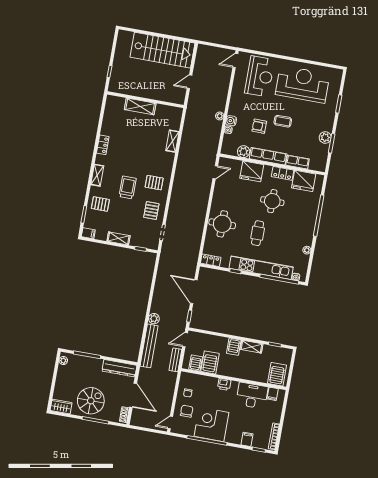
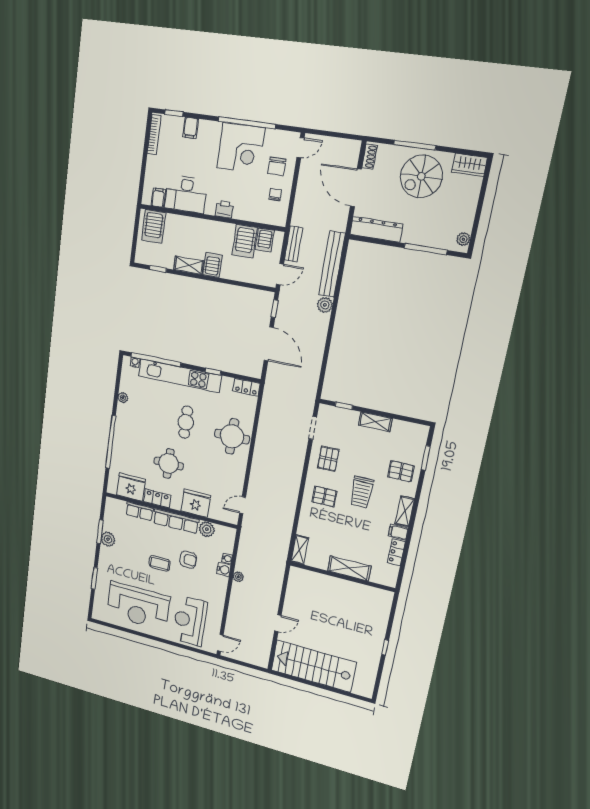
wall: (145, 100) -> (342, 577), moved
shelving: (140, 106) -> (349, 568), moved
filing cabinet: (88, 233) -> (398, 532), moved

